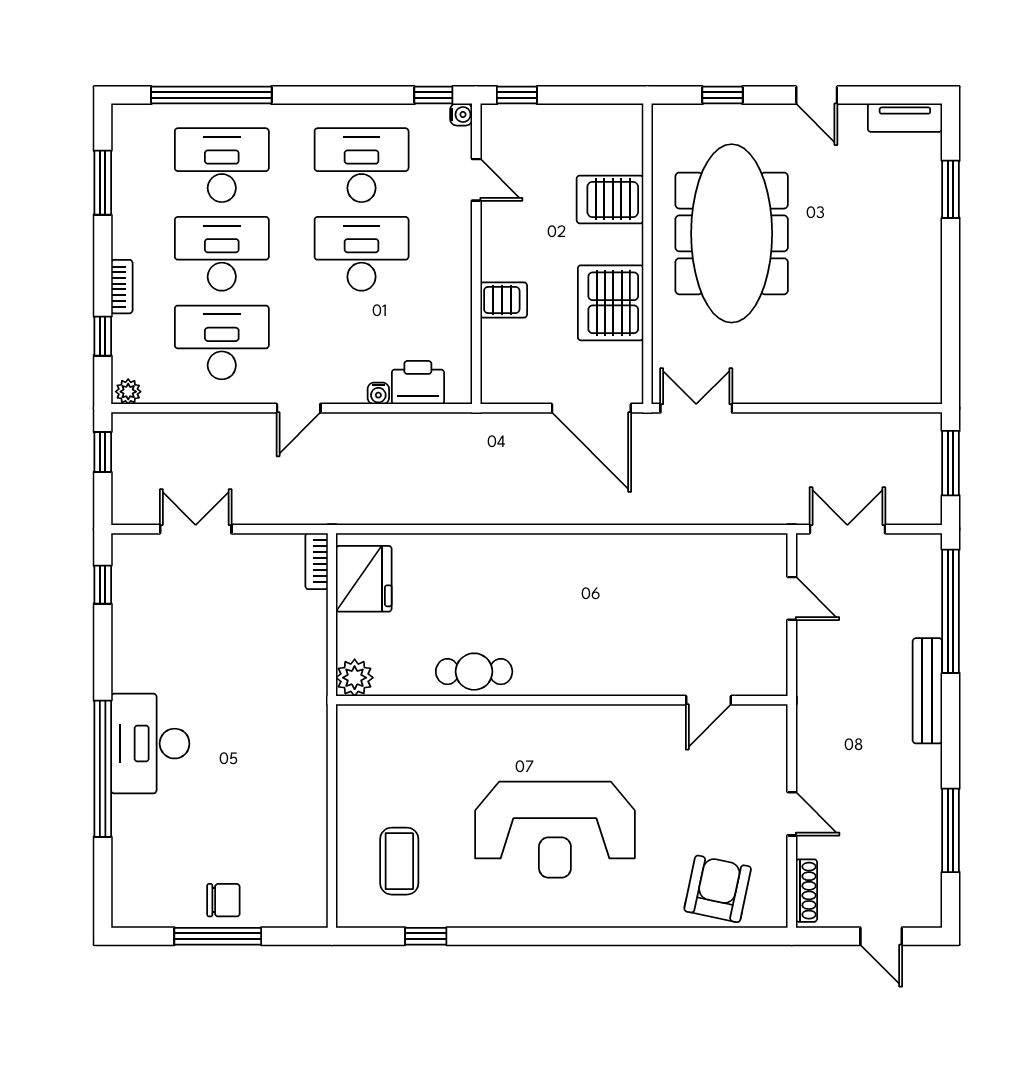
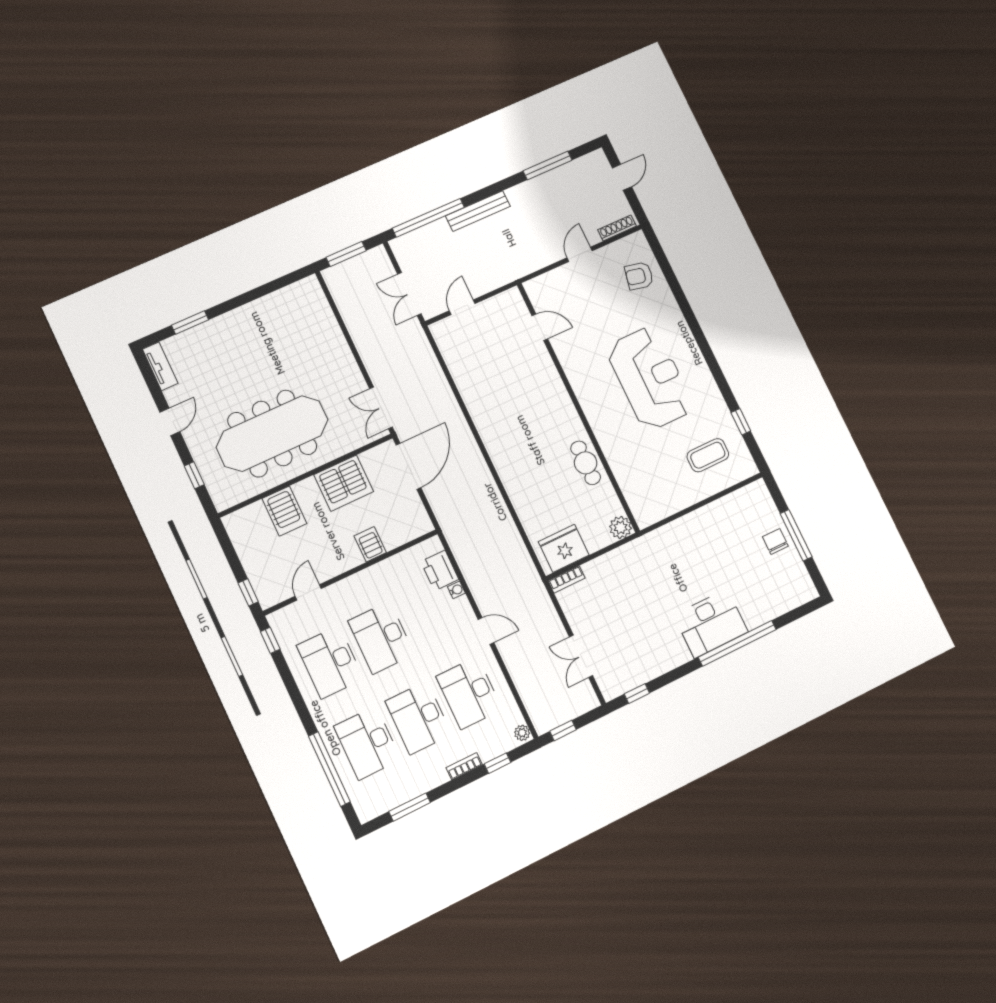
water cooler: (461, 115) -> (274, 619), removed
armchair: (718, 889) -> (639, 276), width x0.72, depth x0.72

